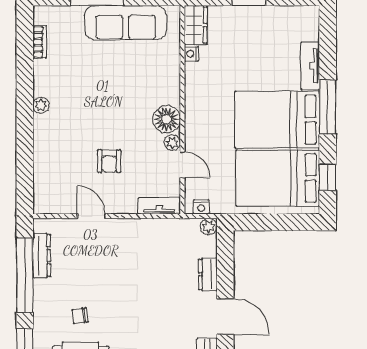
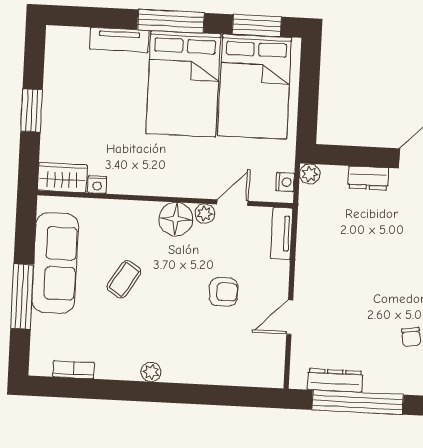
coffee table: (115, 79) -> (124, 279), added
window: (328, 177) -> (257, 26), width x1.50

